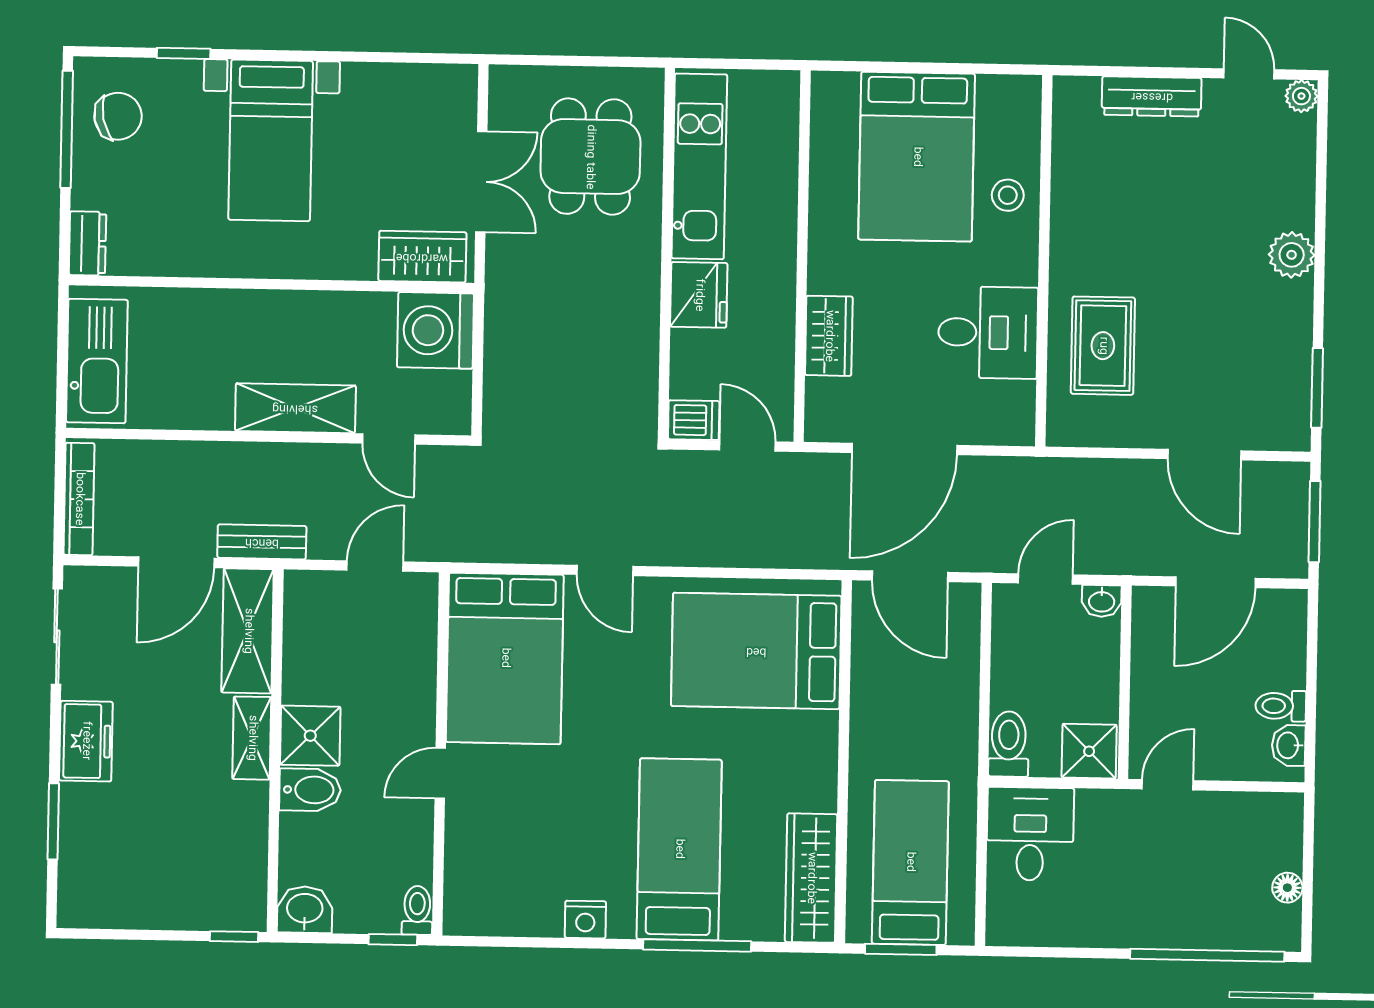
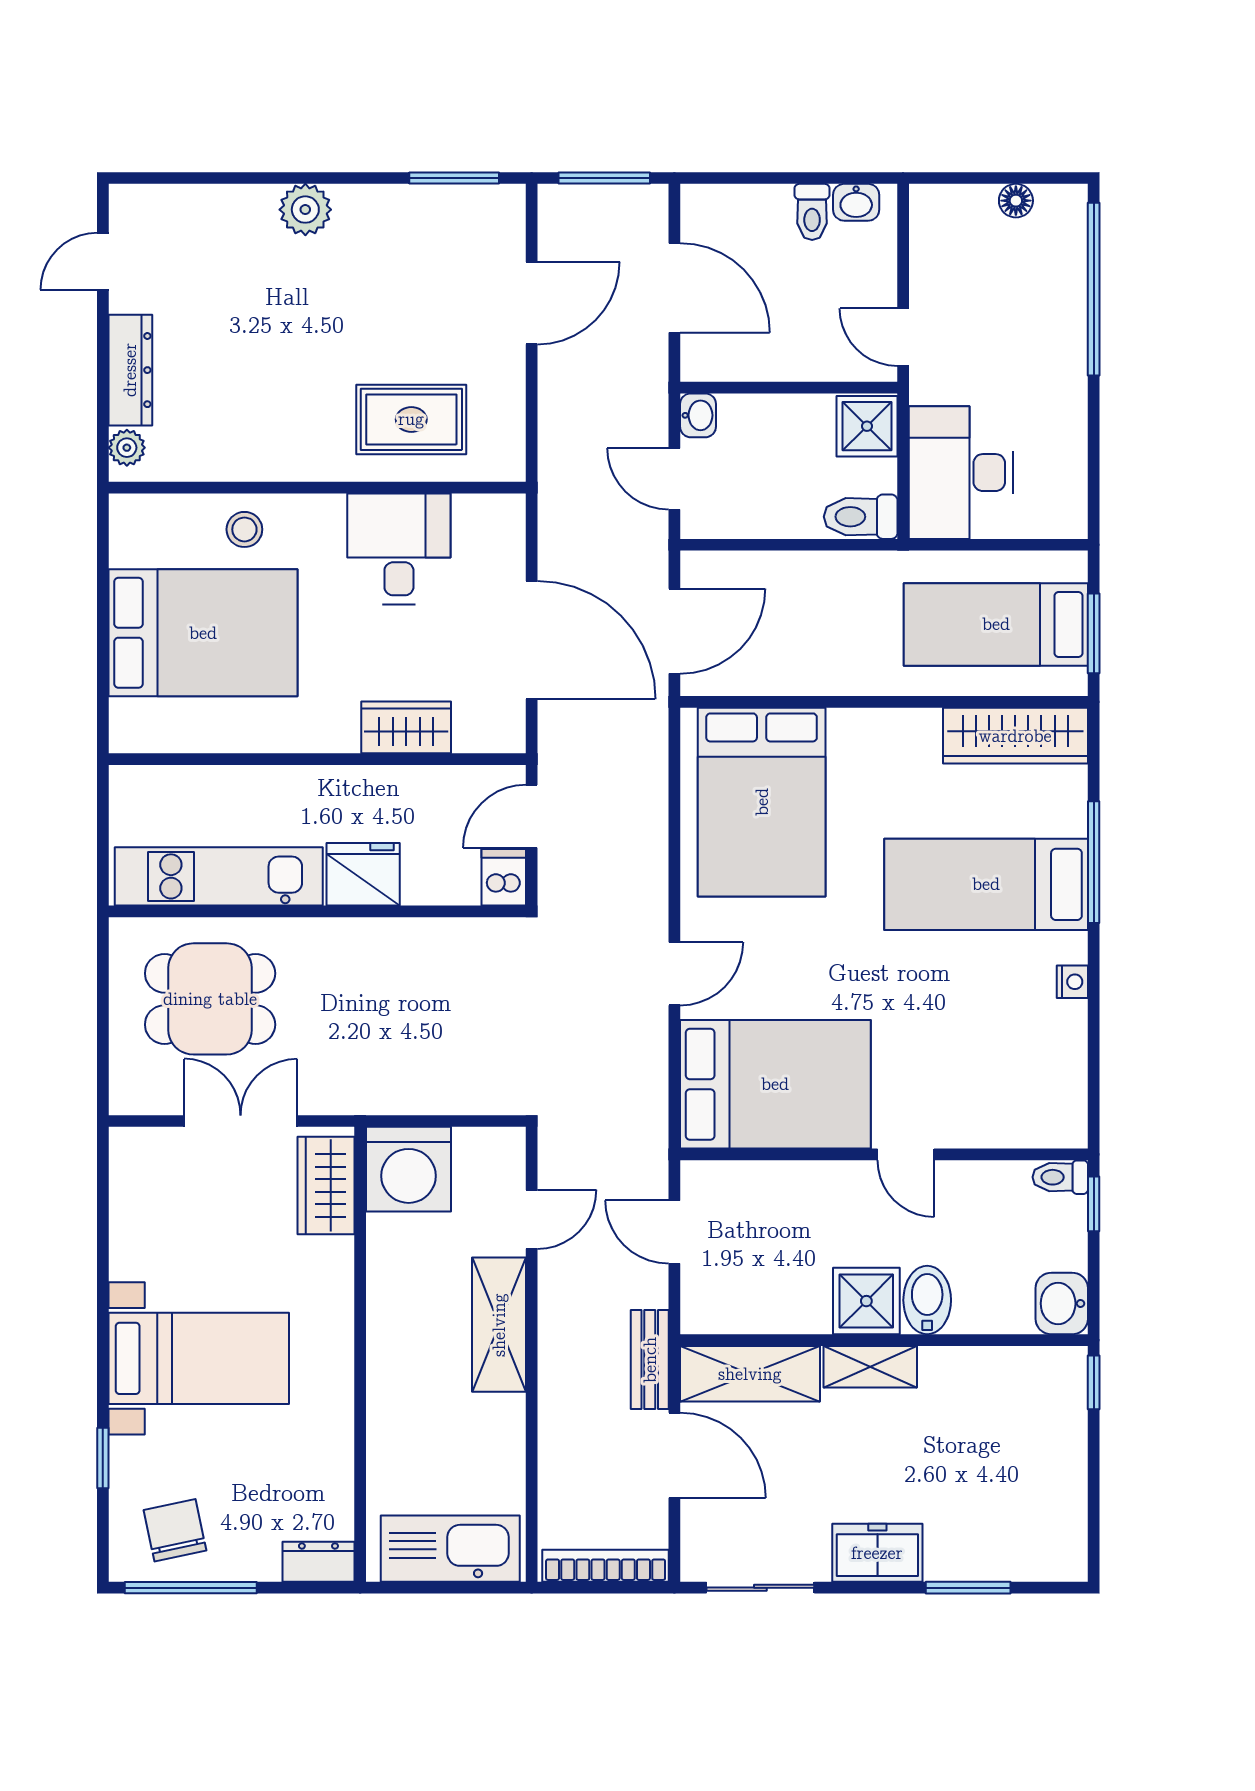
plant: (1301, 96) -> (127, 448), moved
desk: (1030, 834) -> (961, 473), width x1.37
nightstand: (585, 920) -> (1072, 982), width x0.72, depth x0.74

